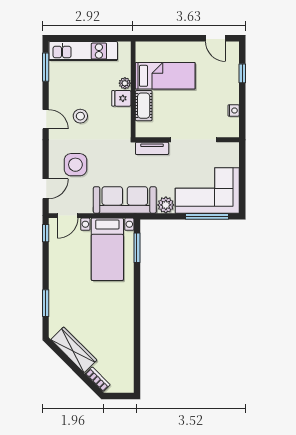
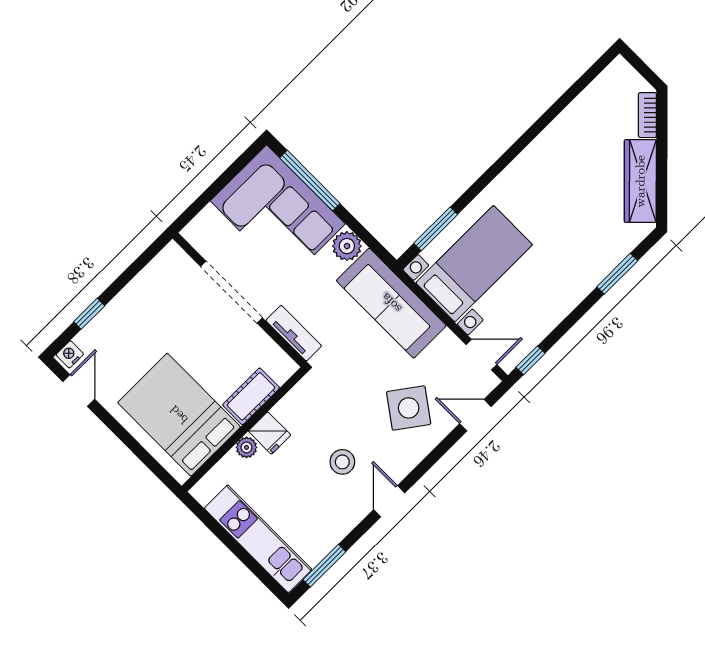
bed: (165, 76) -> (179, 415), width x1.50
nightstand: (234, 110) -> (70, 354), moved
side table: (75, 165) -> (409, 408), turned 36

